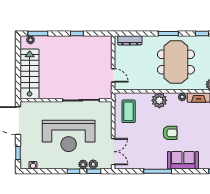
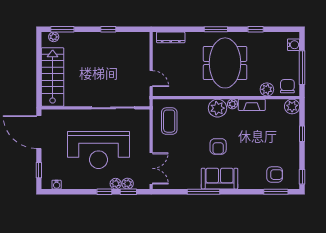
plant: (159, 100) -> (217, 108), moved
armchair: (170, 133) -> (218, 146), turned 90
sofa: (183, 160) -> (220, 179), moved

